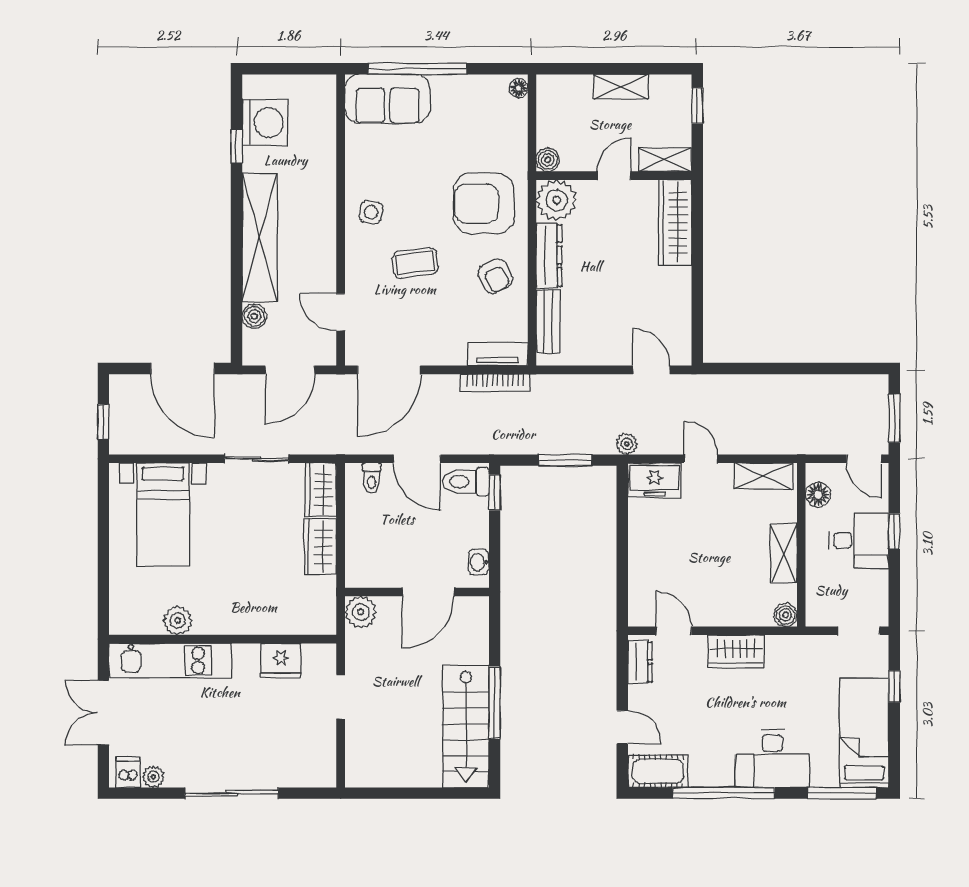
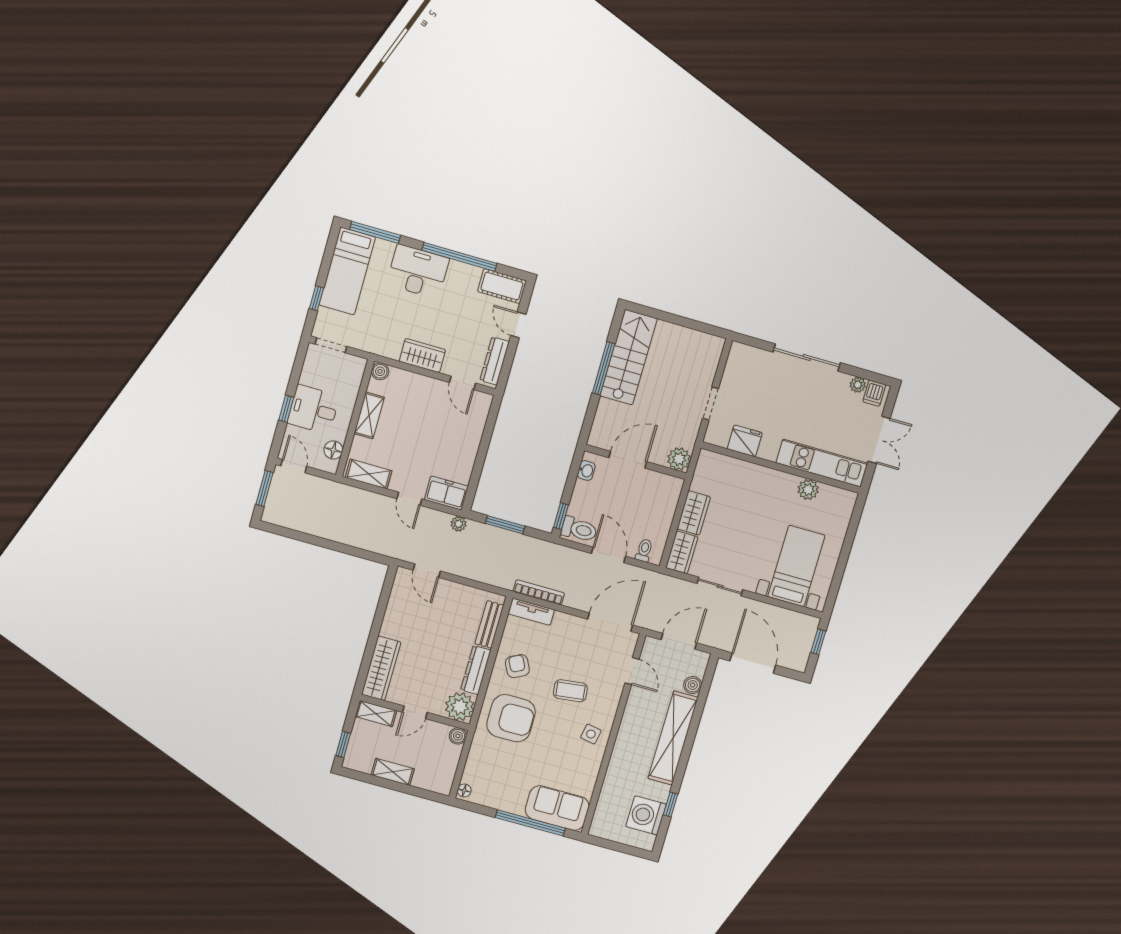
dresser: (640, 662) -> (495, 361), width x1.44

